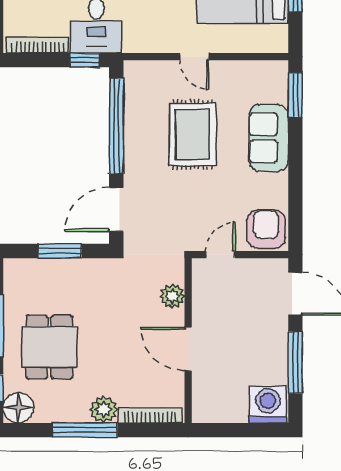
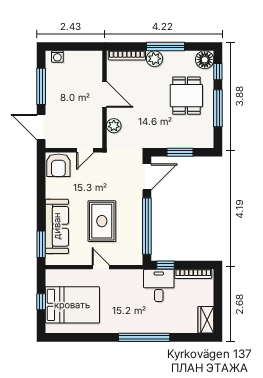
sofa: (269, 138) -> (57, 226), width x1.36
washing machine: (268, 404) -> (57, 56), width x0.53, depth x0.53

